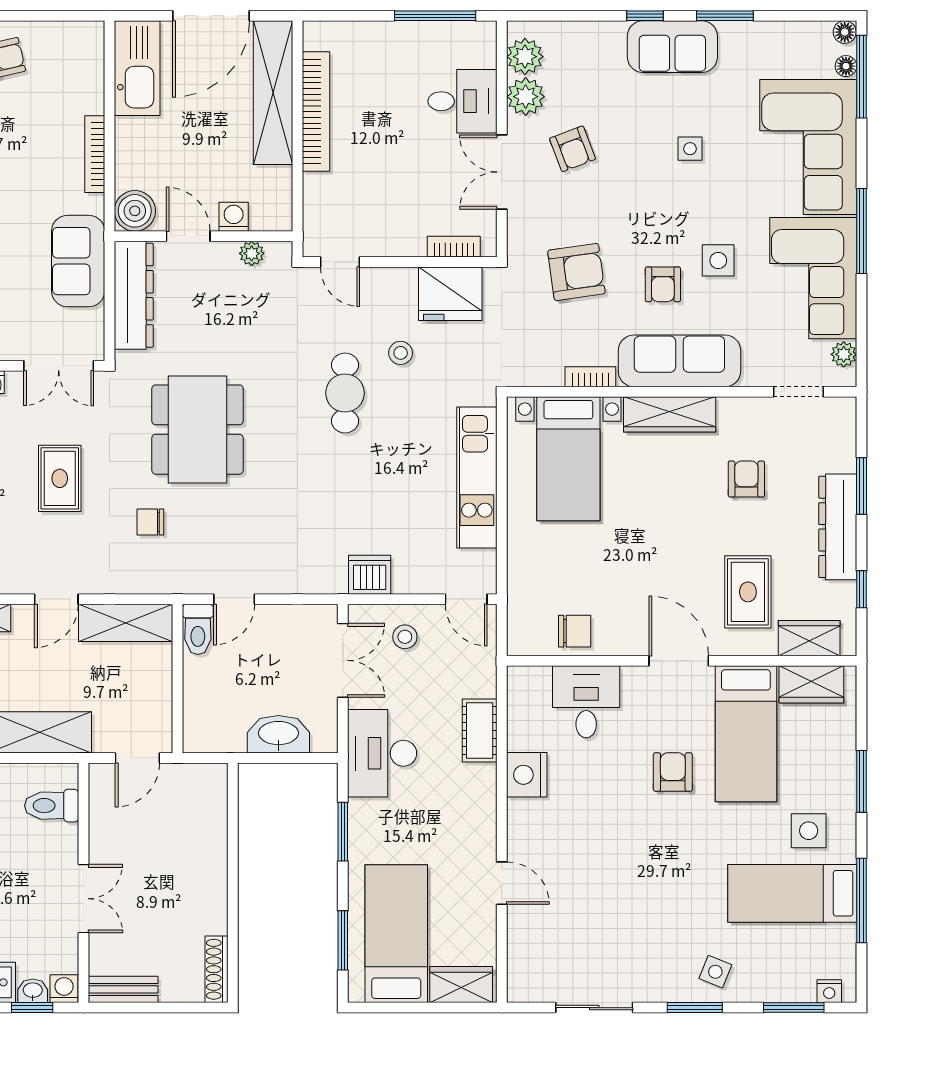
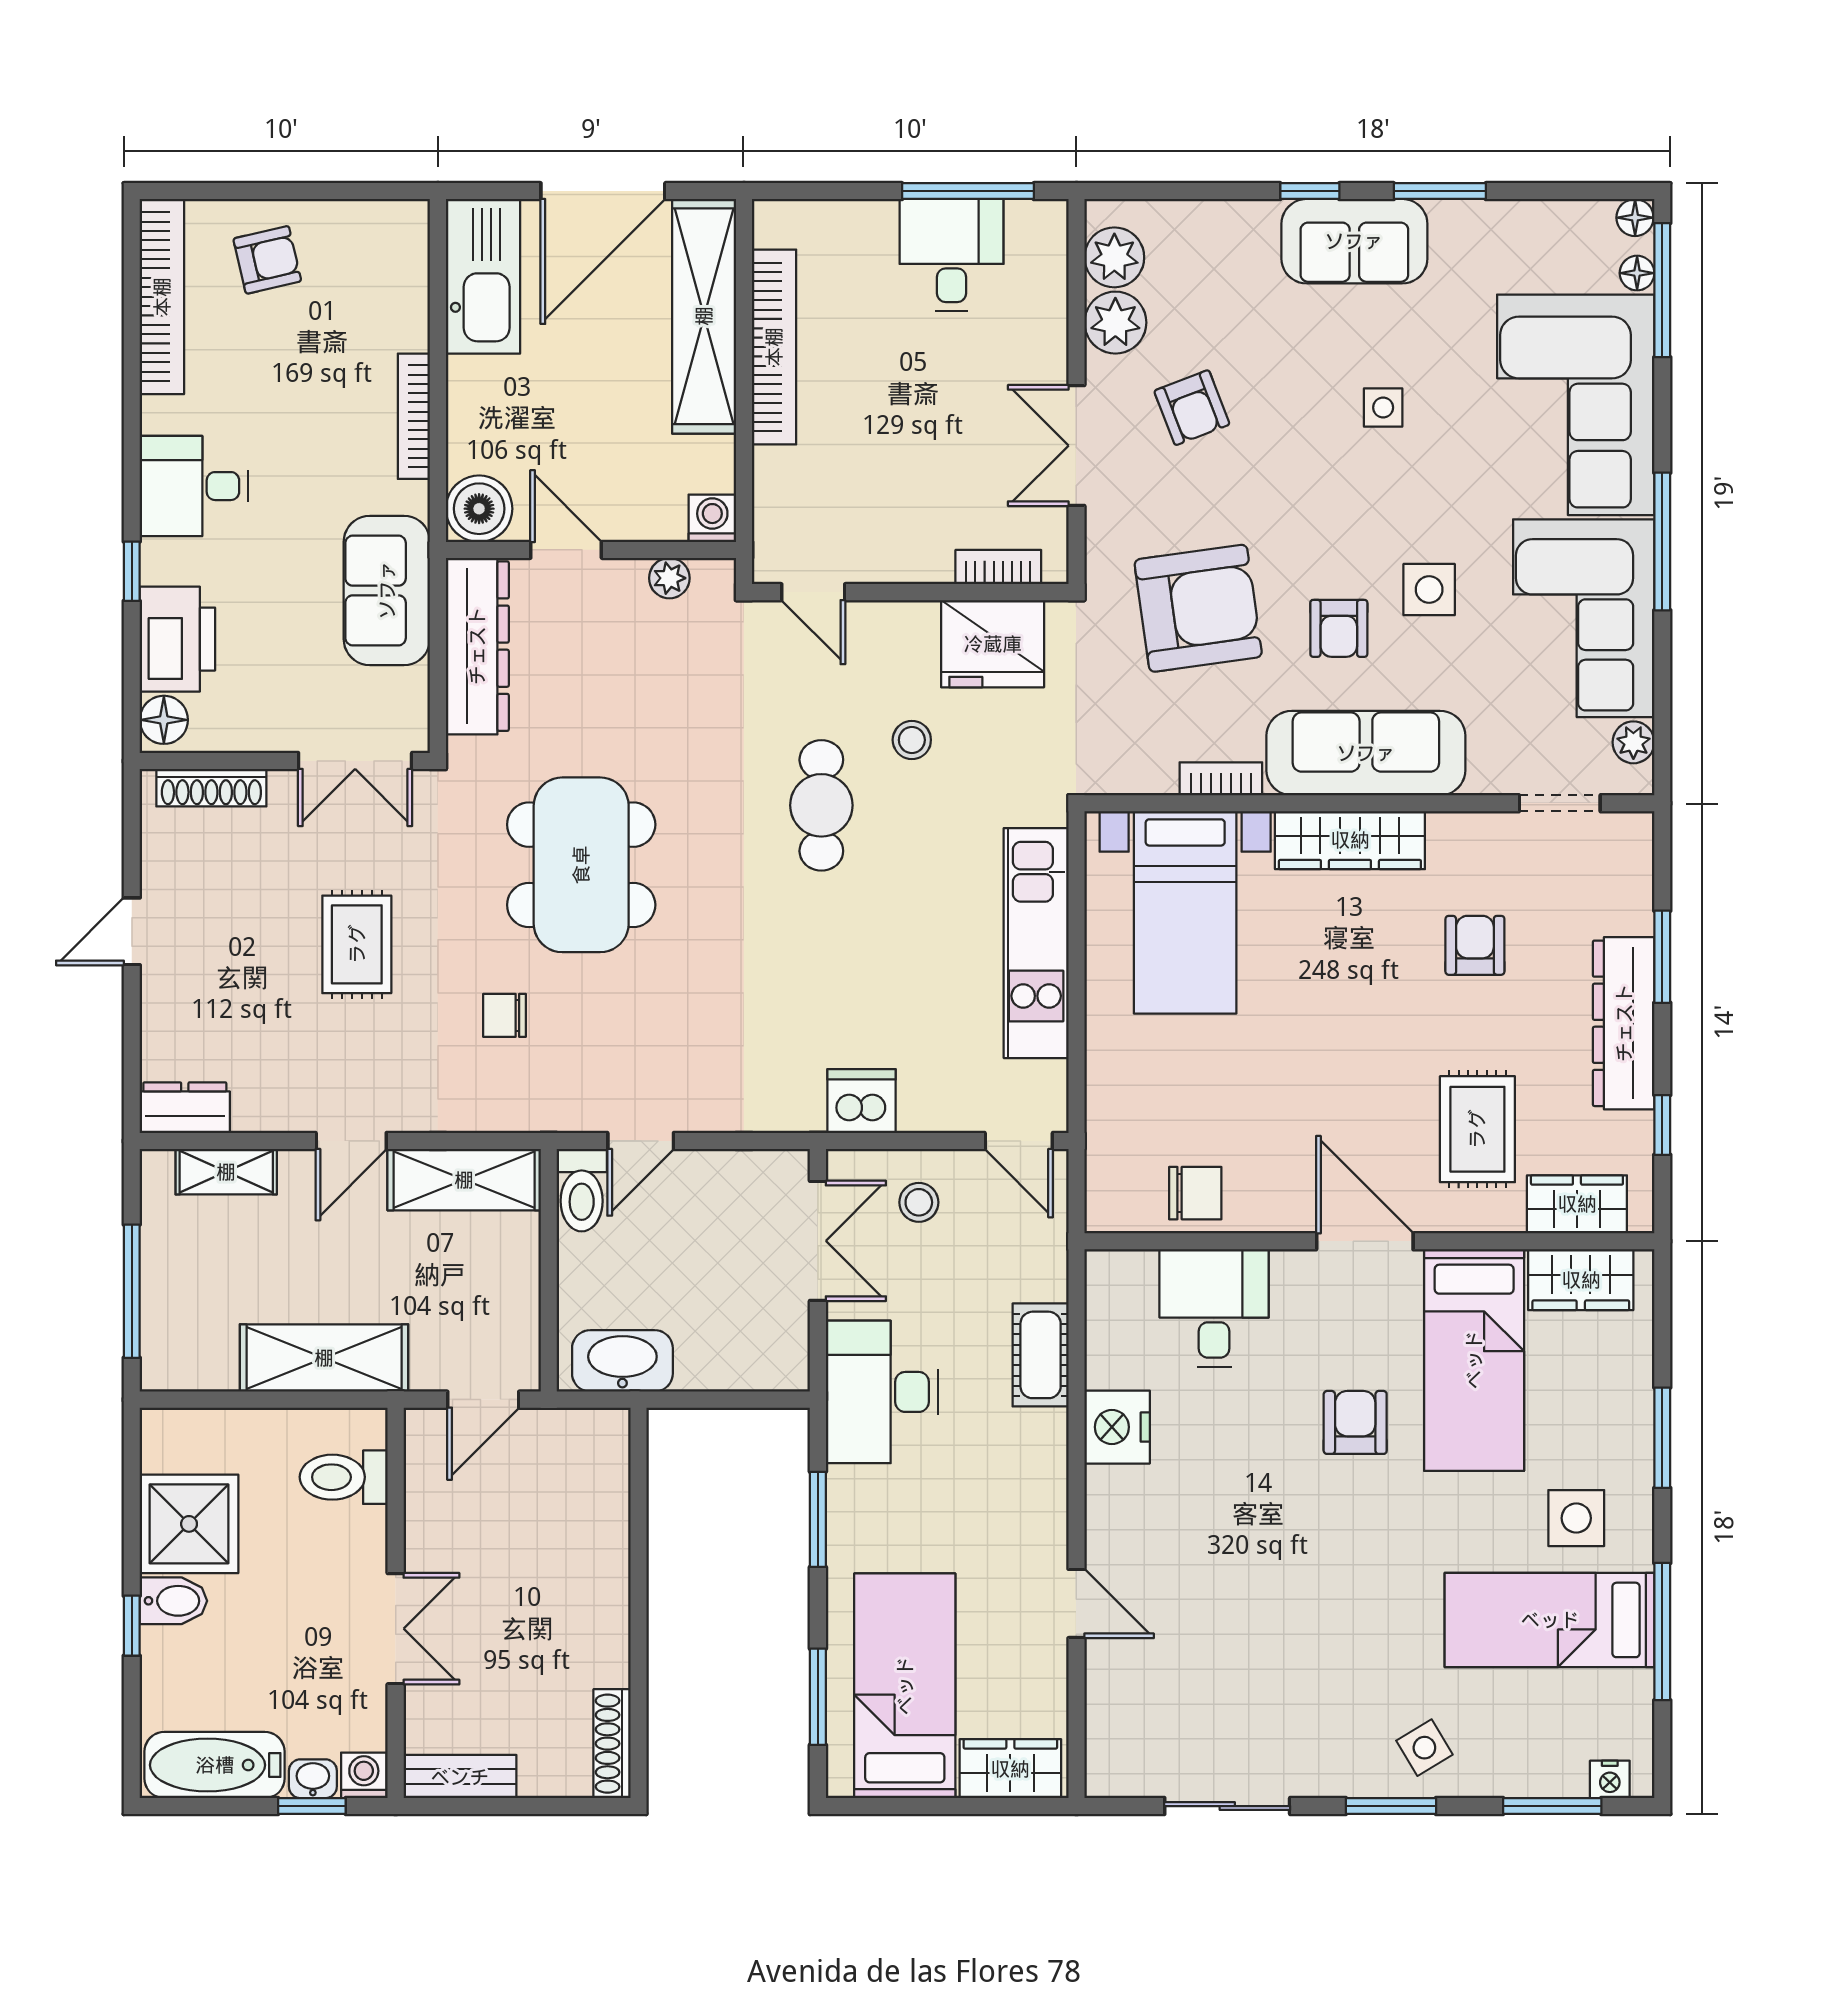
desk: (462, 101) -> (952, 255), moved, turned -90
washing machine: (234, 217) -> (712, 518), moved
armchair: (576, 272) -> (1198, 608), width x1.36, depth x1.36
washbasin: (278, 734) -> (622, 1361), moved
side table: (715, 972) -> (1424, 1748), turned 37

